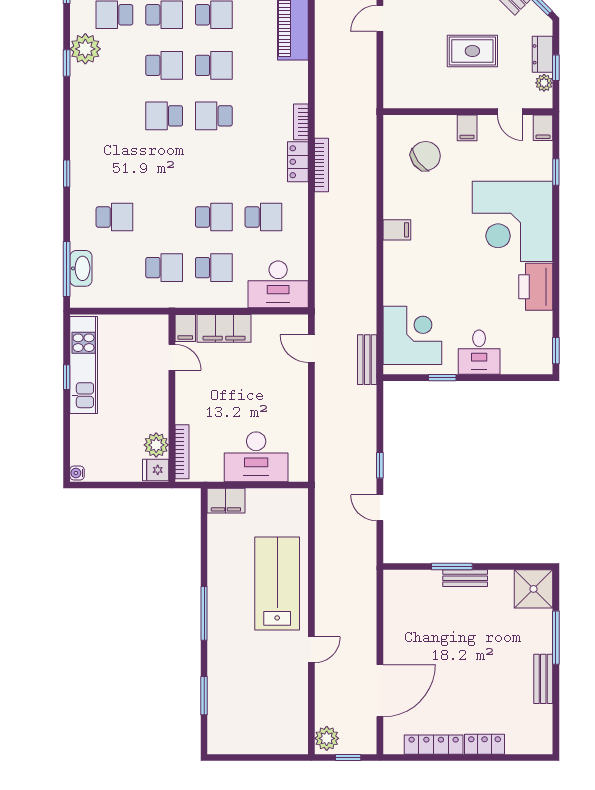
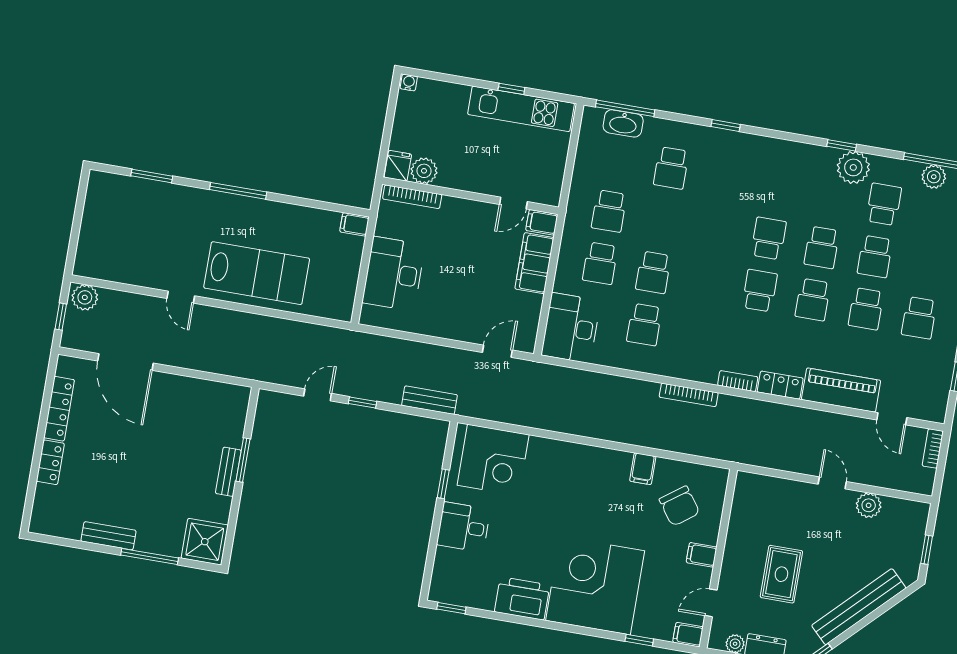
locker: (298, 162) -> (780, 385), moved
filing cabinet: (397, 230) -> (643, 469), moved
bench: (367, 360) -> (430, 400), moved
filing cabinet: (226, 501) -> (354, 224), width x0.50

